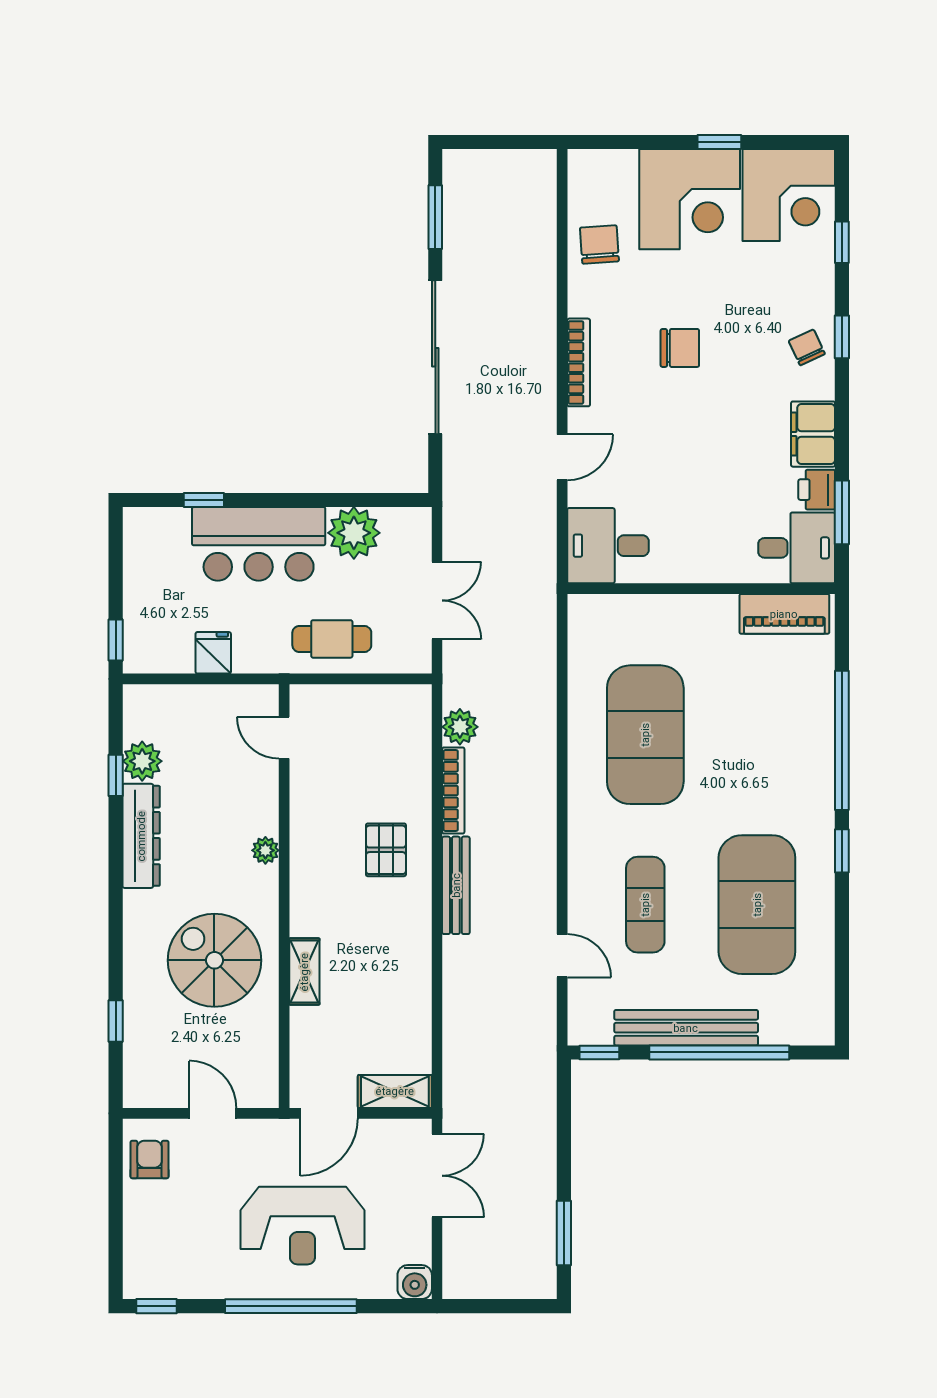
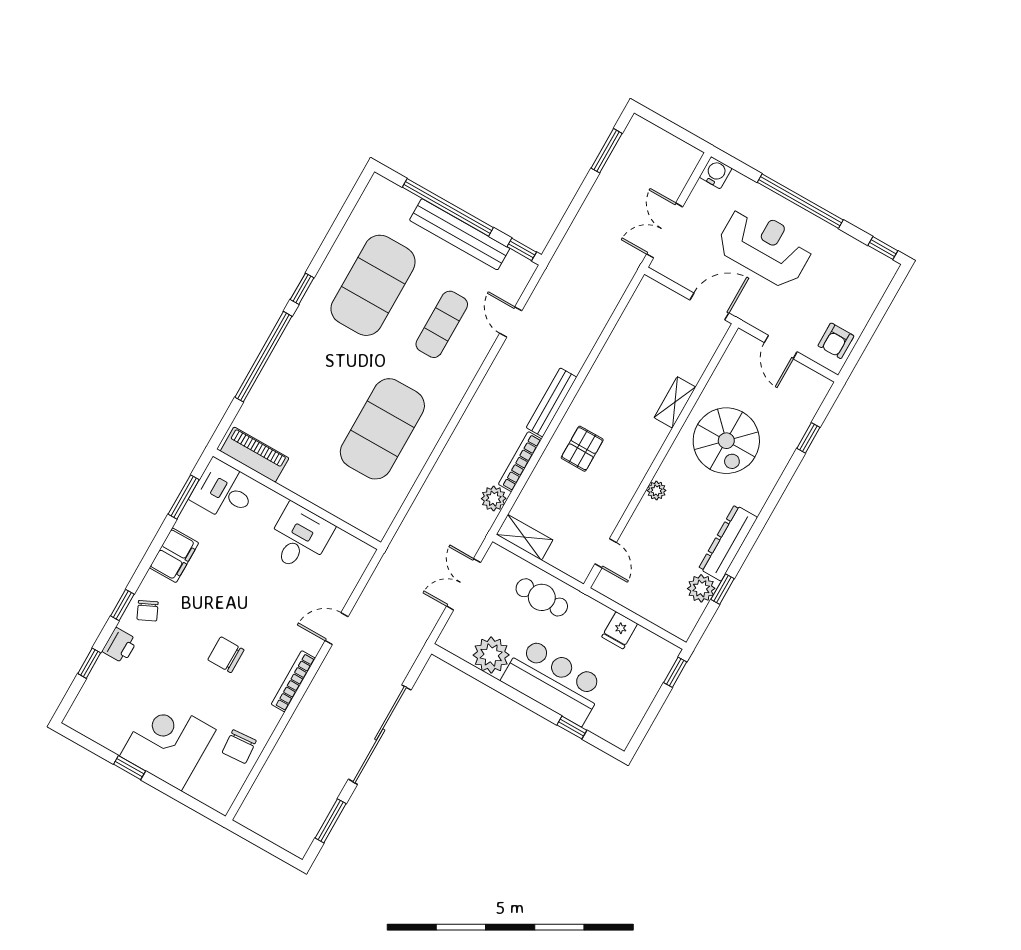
corner desk: (789, 195) -> (105, 711), removed
printer: (817, 490) -> (120, 645), moved
desk: (608, 546) -> (299, 538), moved, turned -90
shelving: (395, 1091) -> (525, 537), moved

